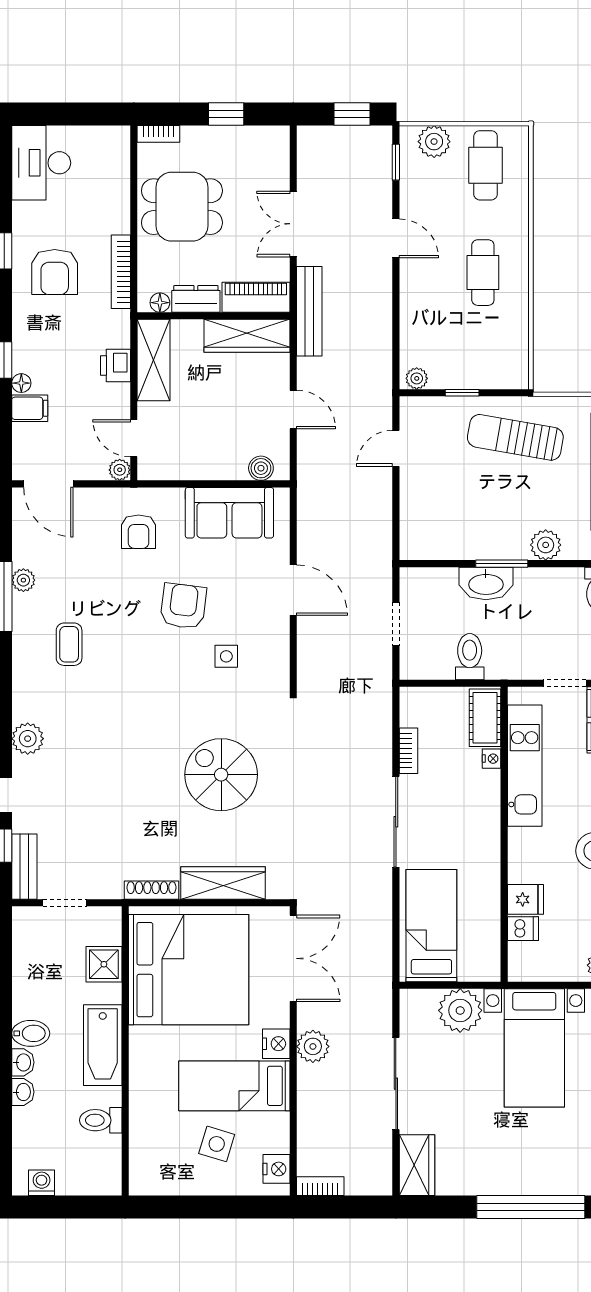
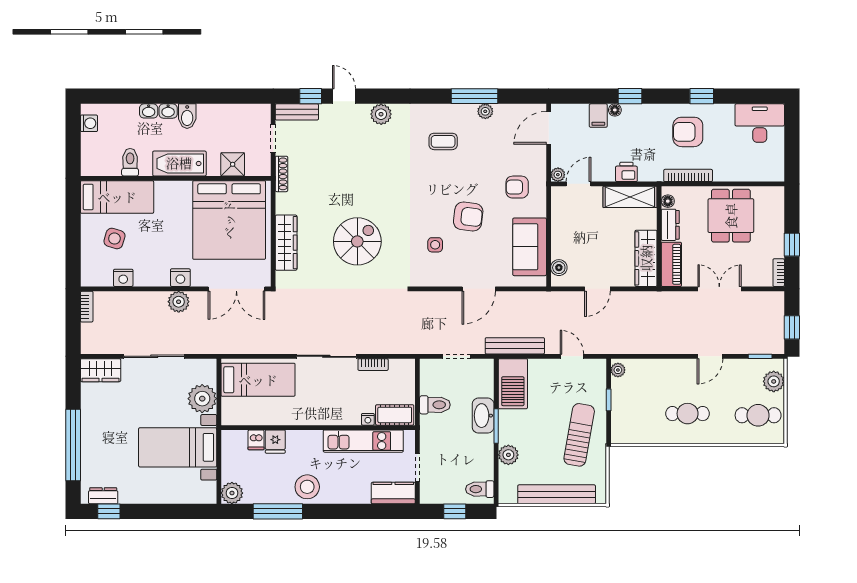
bookcase: (158, 134) -> (779, 273), moved
bench: (309, 311) -> (515, 346), moved
barbecue: (438, 538) -> (513, 384), added
shoe rack: (152, 890) -> (281, 174), moved
bed: (234, 1086) -> (117, 197), moved, turned 90
nightstand: (277, 1169) -> (123, 278), moved

